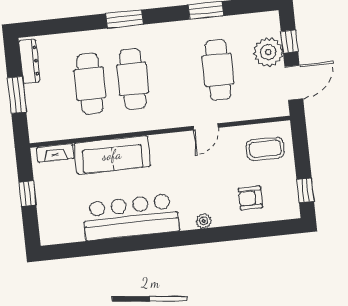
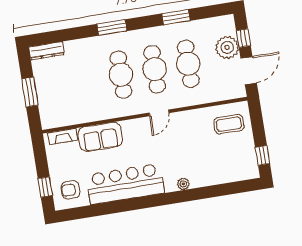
dresser: (29, 61) -> (47, 51), moved, turned 90
cafe table: (90, 84) -> (155, 69), moved
door: (206, 127) -> (159, 113), moved
sofa: (112, 155) -> (100, 137), width x0.73
window: (27, 193) -> (45, 187), moved
armchair: (250, 198) -> (71, 190), moved

